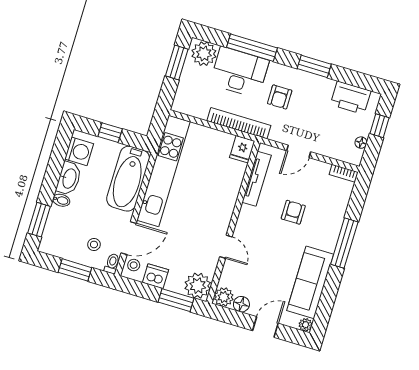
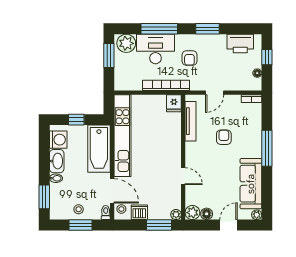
door: (129, 238) -> (112, 191), hinge flipped
stool: (94, 244) -> (79, 209), moved
plant: (198, 286) -> (176, 215), width x0.53, depth x0.53

